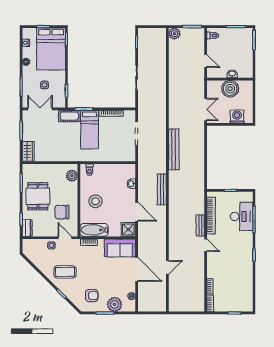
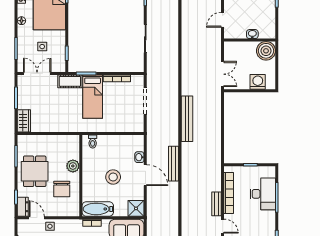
door: (206, 61) -> (223, 20), swing flipped
boiler: (230, 89) -> (266, 51), moved
plant: (72, 176) -> (73, 166), moved
stool: (95, 201) -> (113, 177), moved
chair: (62, 212) -> (62, 189), turned -90
door: (137, 212) -> (145, 175), moved
door: (65, 238) -> (37, 218), moved

